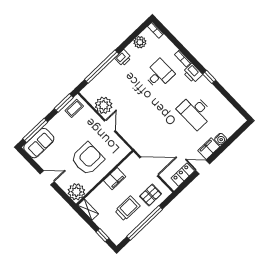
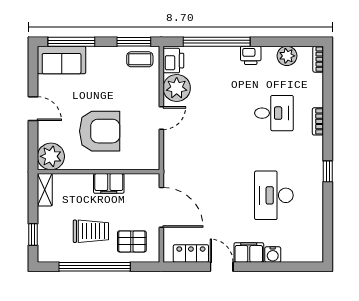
printer: (193, 73) -> (173, 61), moved, turned 180

